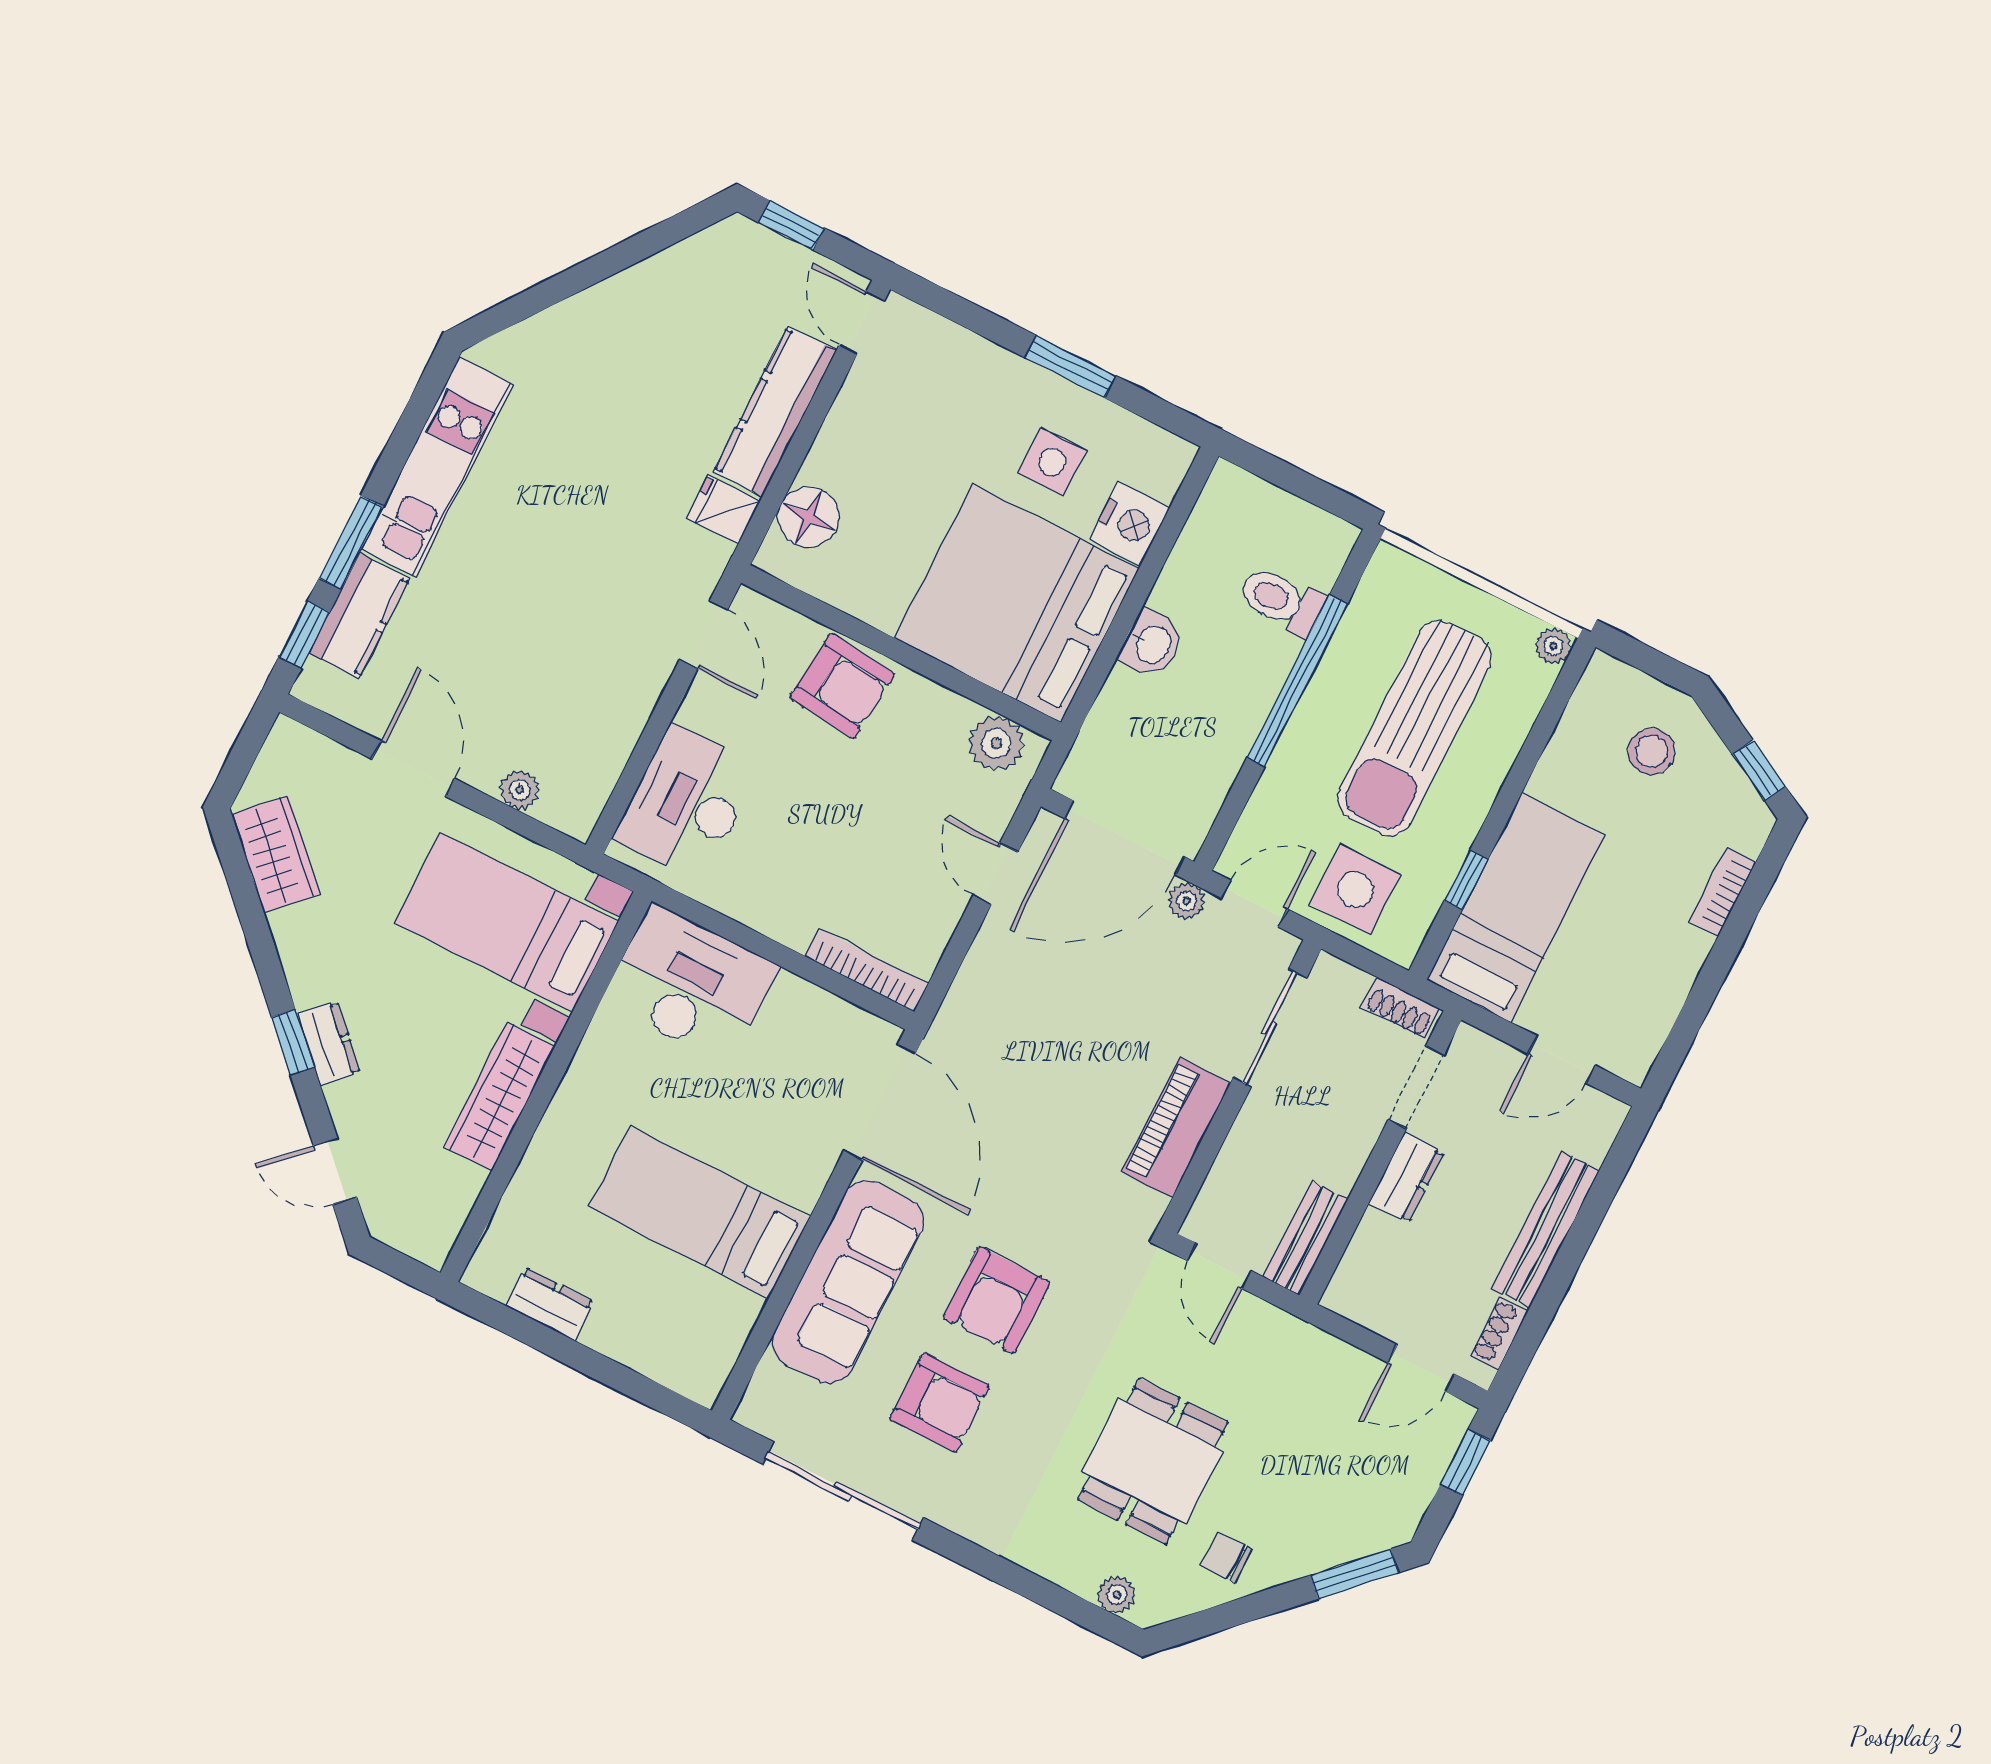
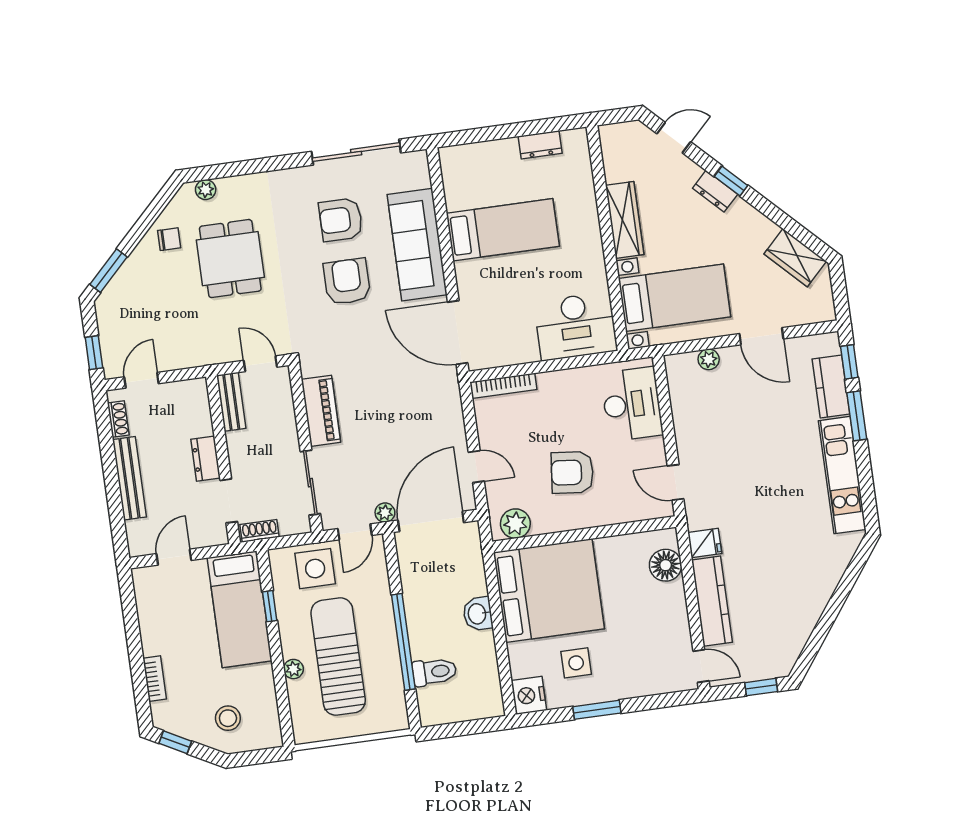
nightstand: (1130, 523) -> (529, 695), moved
plant: (1553, 646) -> (293, 669), moved
armchair: (842, 686) -> (572, 472), moved

